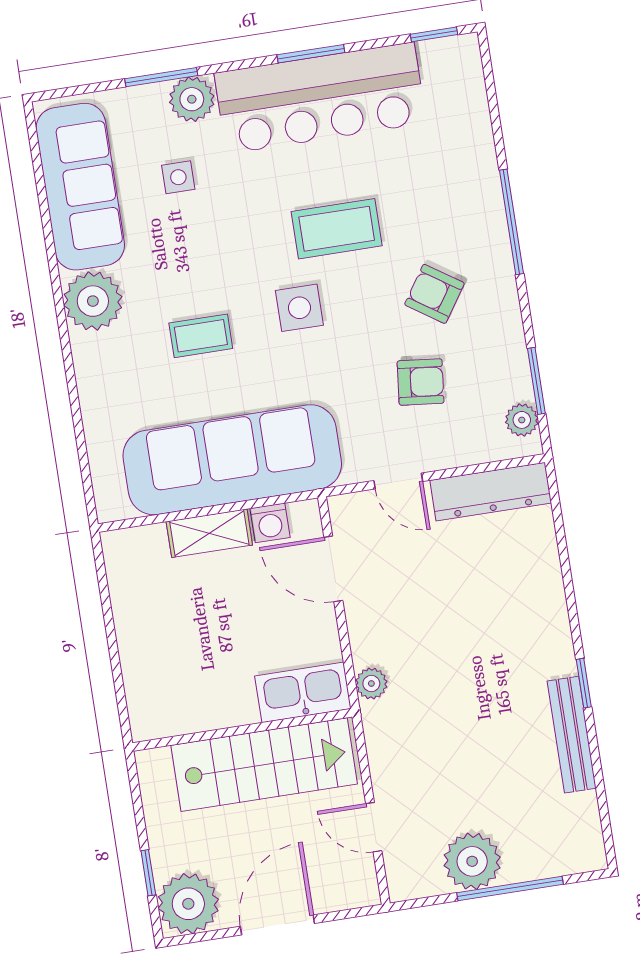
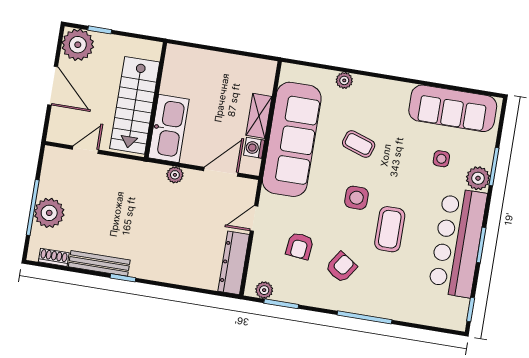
plant: (93, 301) -> (344, 80), moved, width x0.53, depth x0.53
coffee table: (201, 336) -> (359, 144), turned -72
plant: (371, 683) -> (175, 175), moved
kitchen sink: (303, 692) -> (169, 128), width x1.36, depth x1.24
shoe rack: (588, 821) -> (54, 257), added
plant: (472, 861) -> (49, 213), moved

